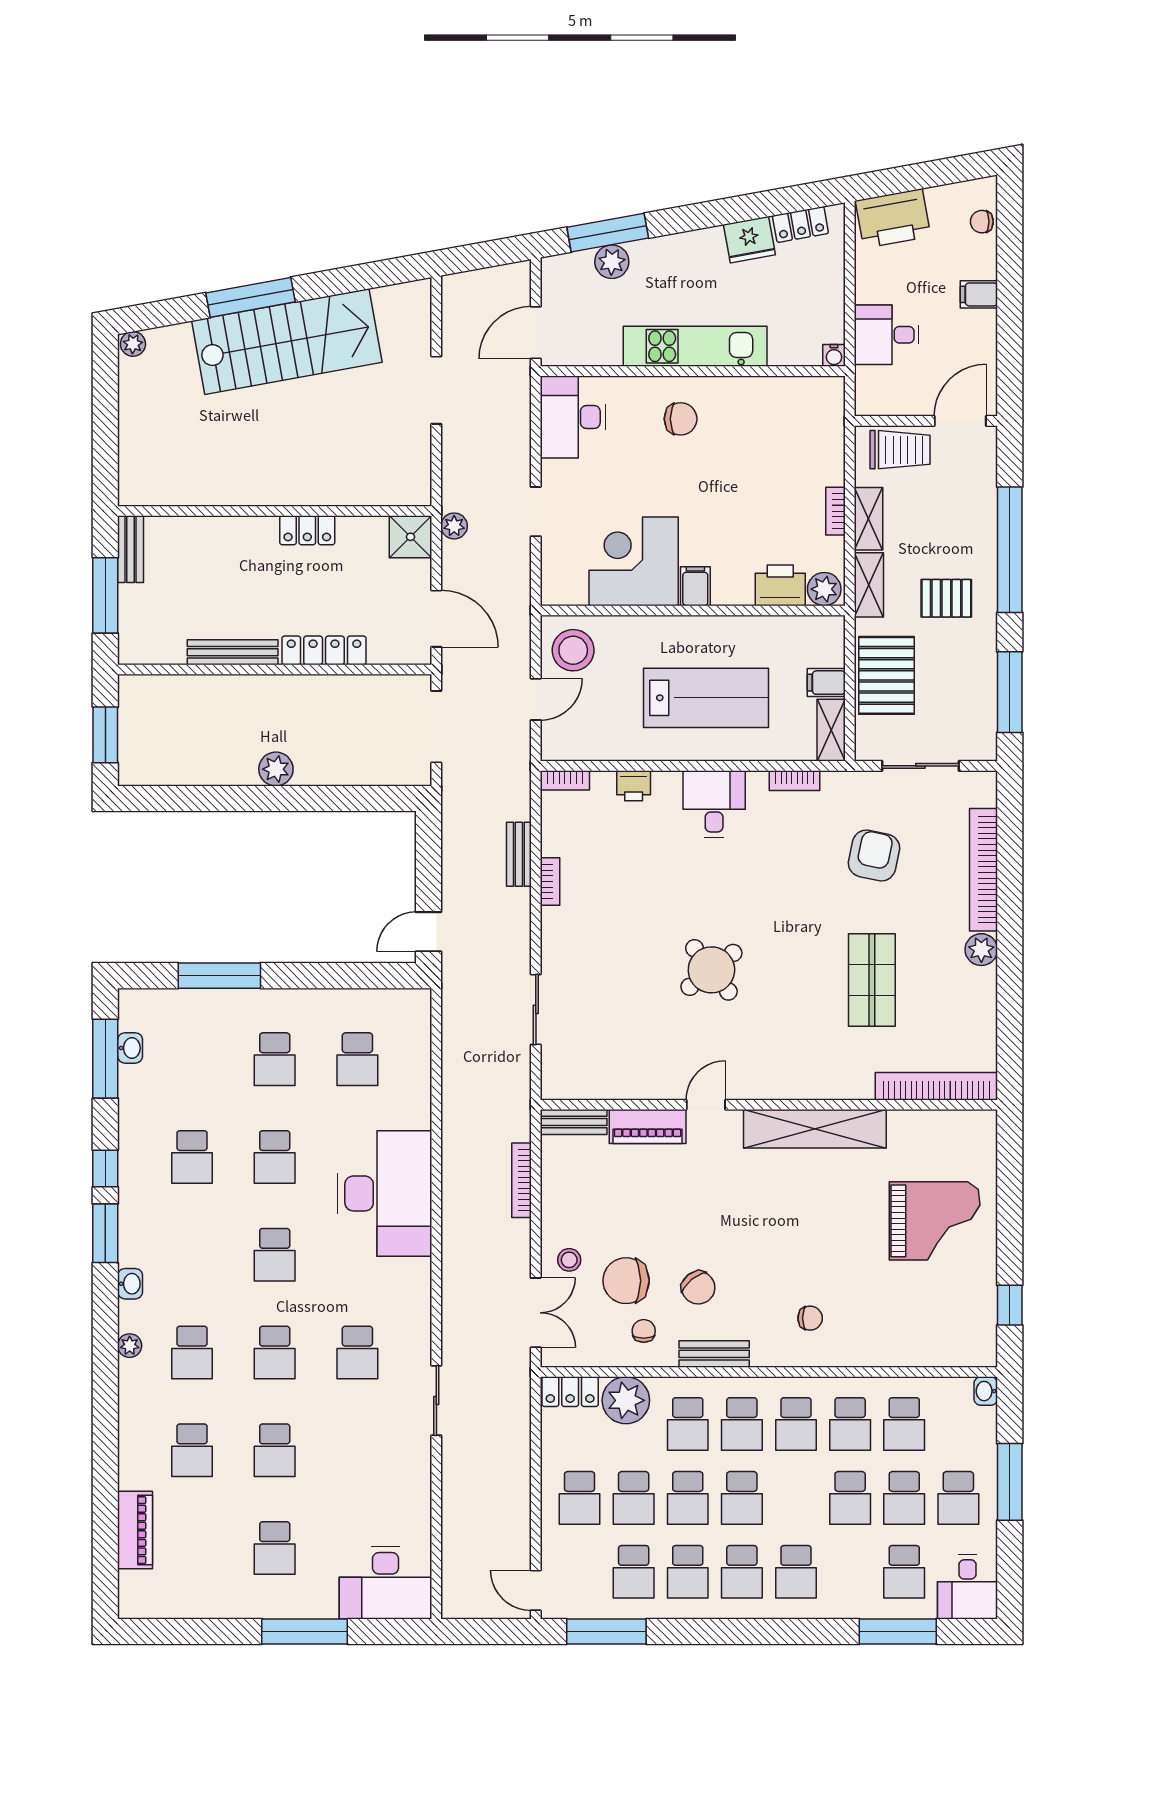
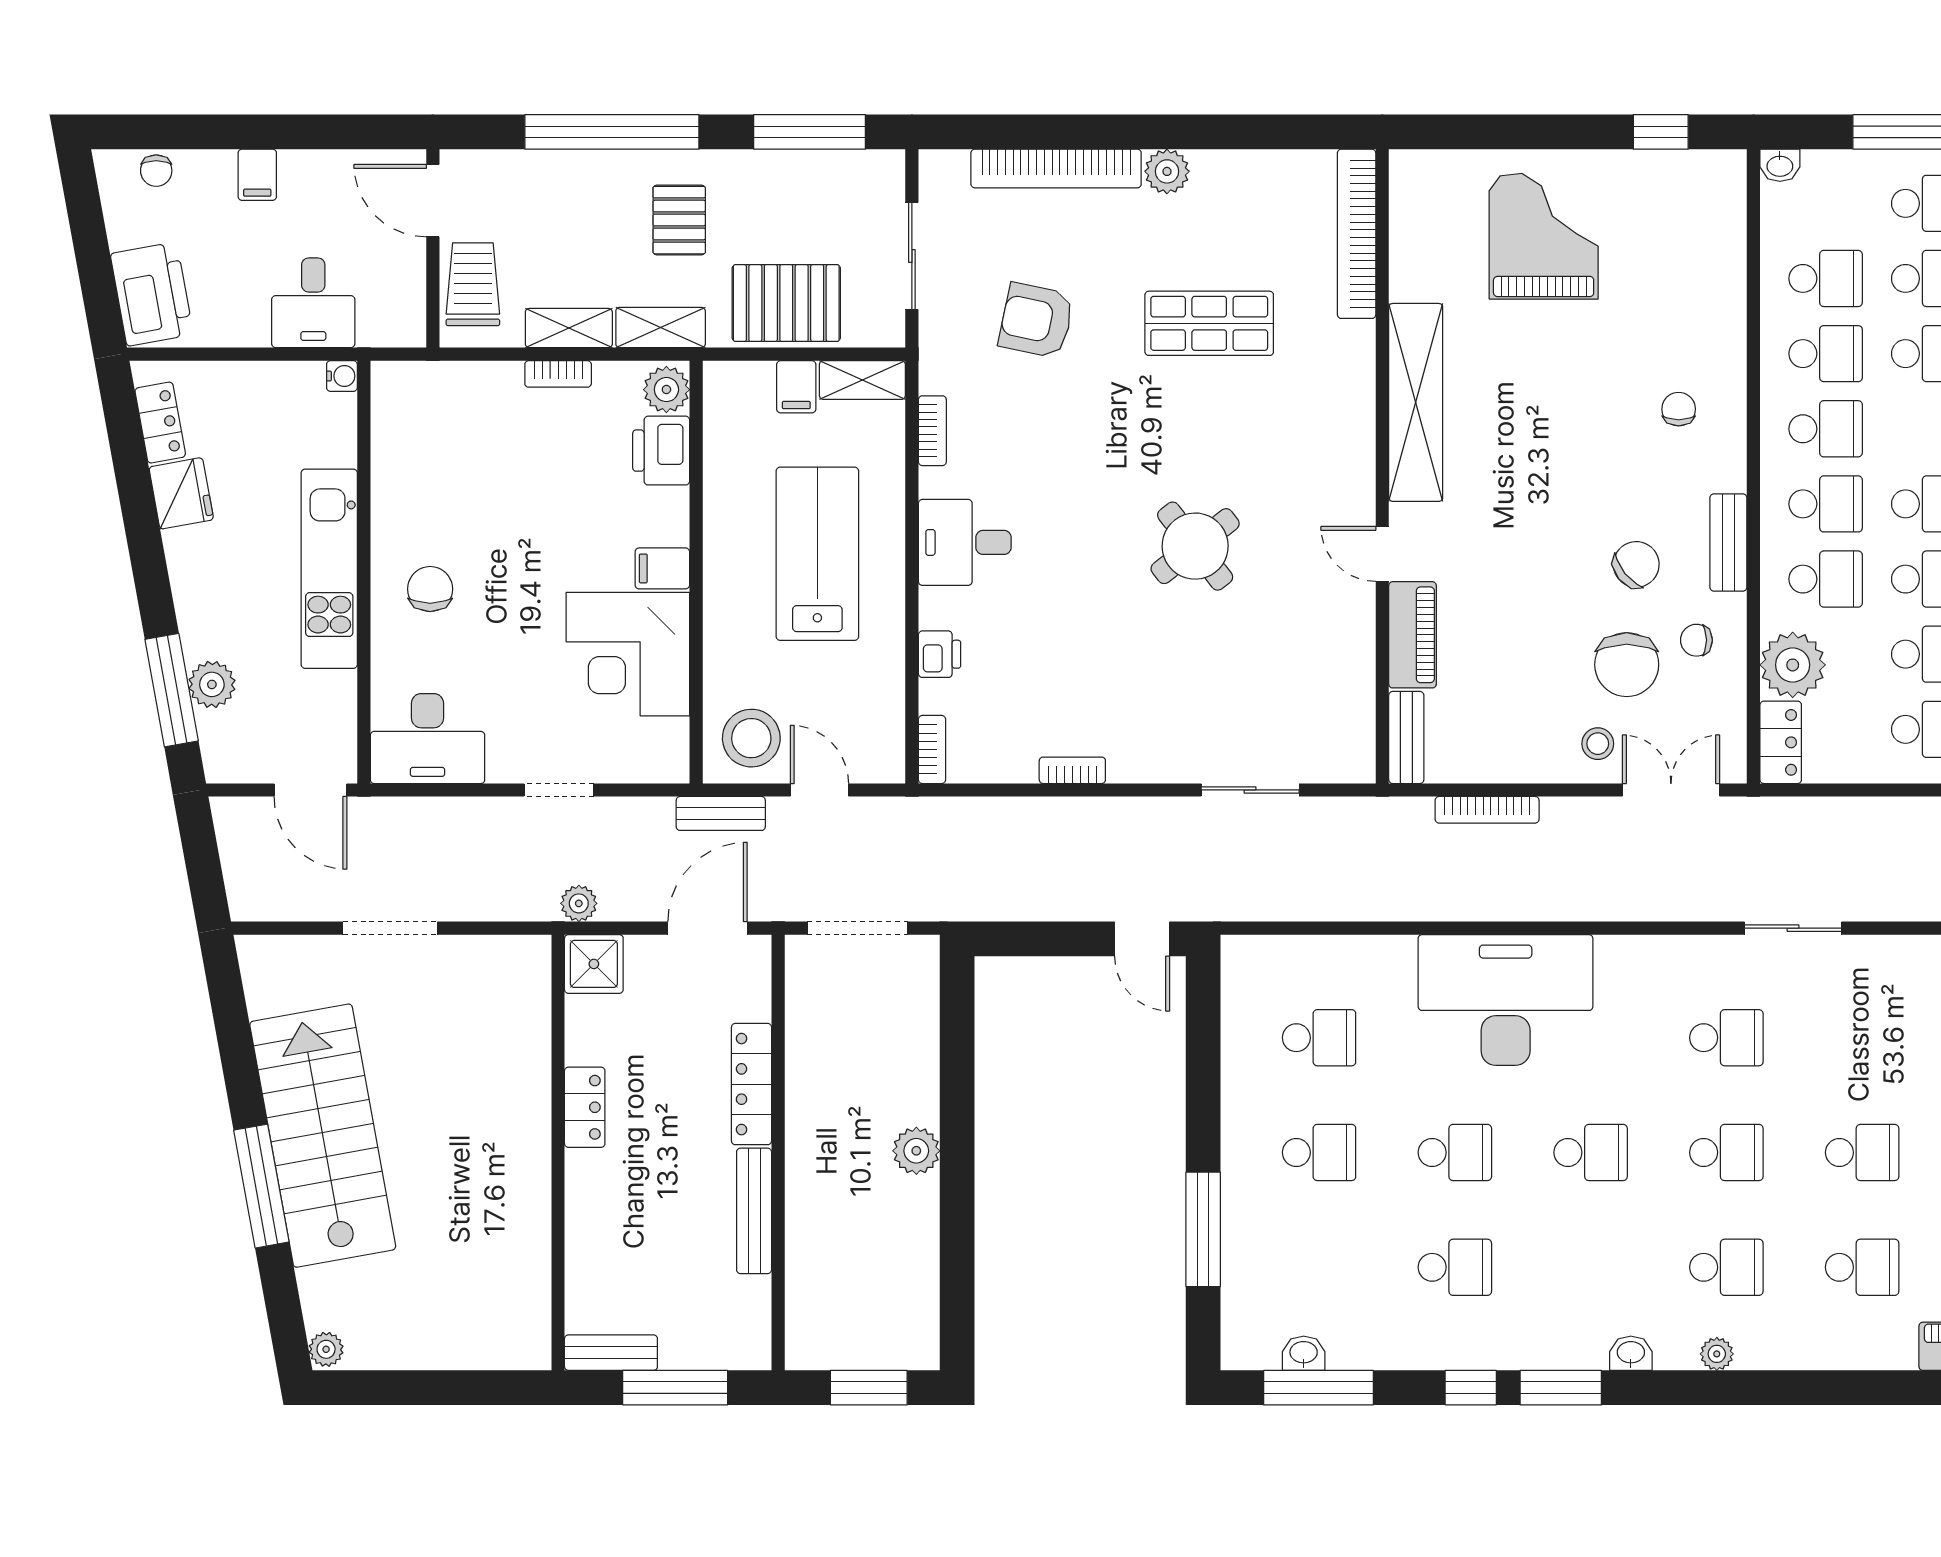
bench: (519, 854) -> (721, 813), moved

